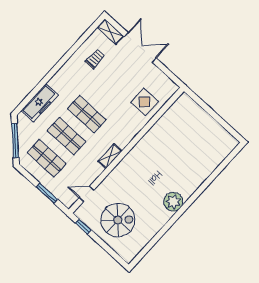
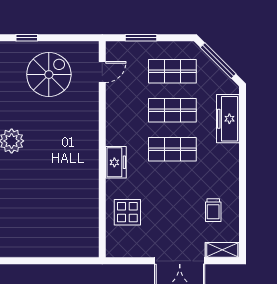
freezer: (125, 136) -> (116, 162), added
shelving: (110, 156) -> (113, 129), removed
spiral stairs: (118, 220) -> (49, 75), turned 180
window: (83, 226) -> (27, 38), moved

